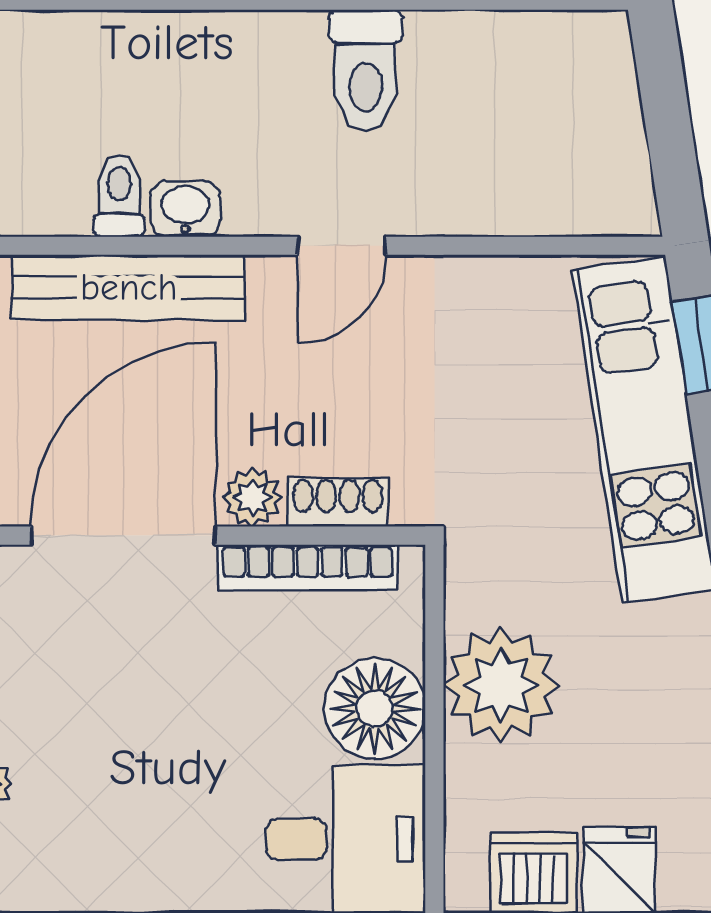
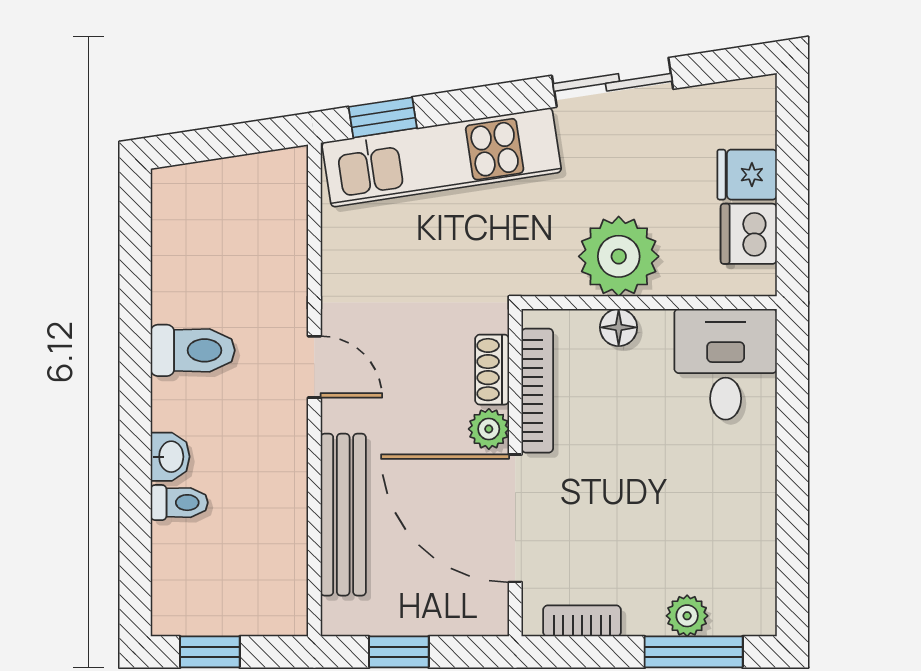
toilet: (119, 196) -> (179, 503), moved, turned 180
washbasin: (185, 209) -> (170, 457), moved, turned 180
floor lamp: (375, 708) -> (619, 327), width x0.53, depth x0.53

